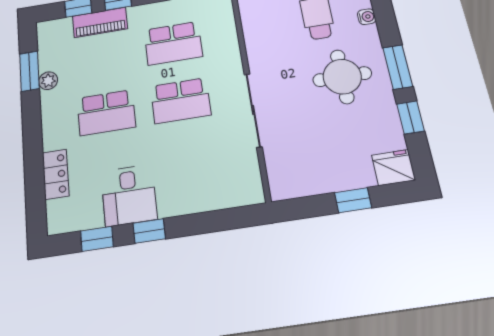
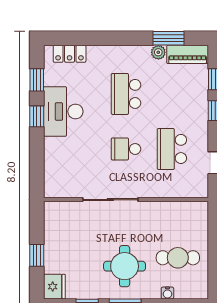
piano: (100, 22) -> (188, 54), moved, turned -90
school desk: (181, 101) -> (126, 149), width x0.54
locker: (56, 174) -> (70, 54), moved
desk: (129, 195) -> (63, 111), width x1.37

